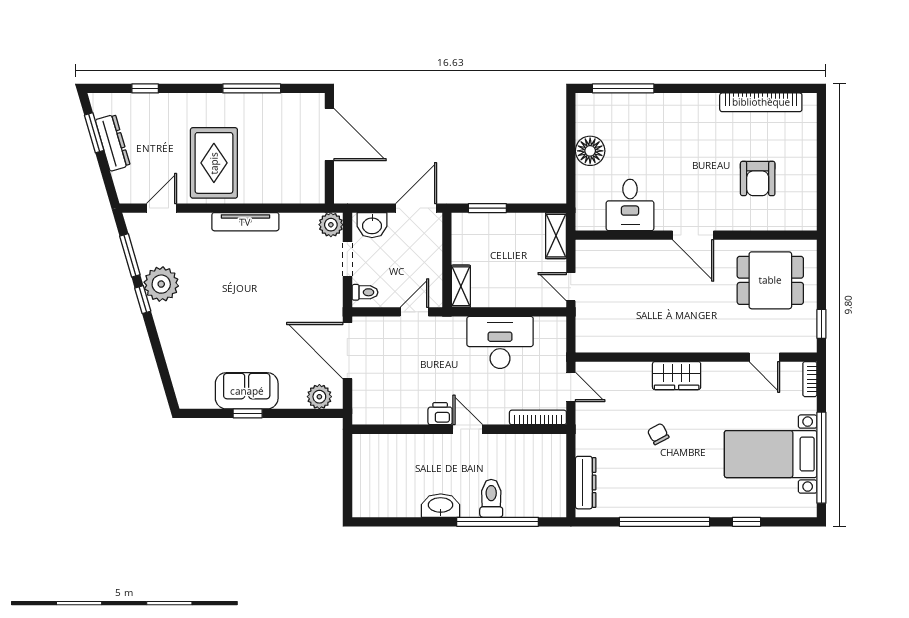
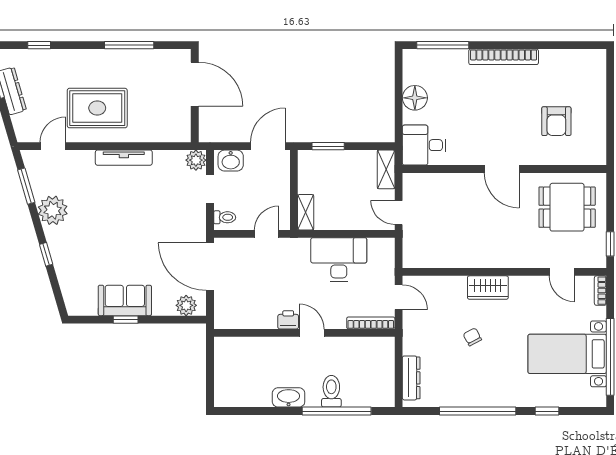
bookcase: (761, 102) -> (504, 57), moved
rug: (214, 163) -> (97, 108), turned 90
desk: (630, 205) -> (424, 145), moved, turned 90
window: (143, 300) -> (46, 254), moved

